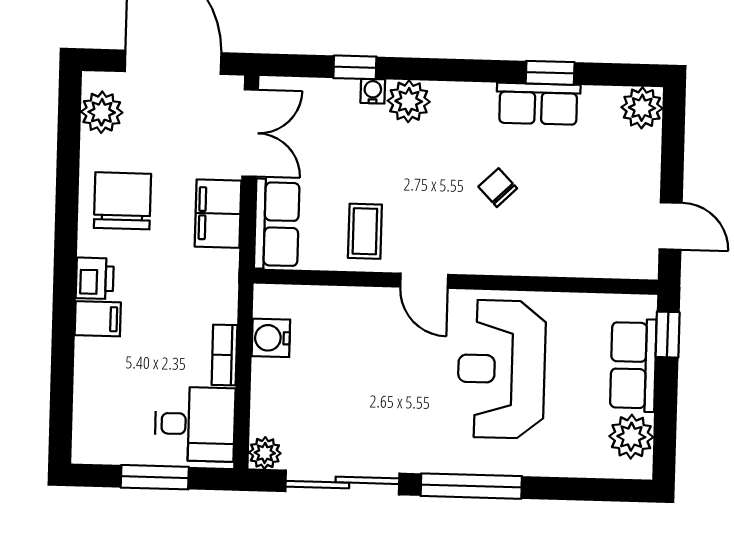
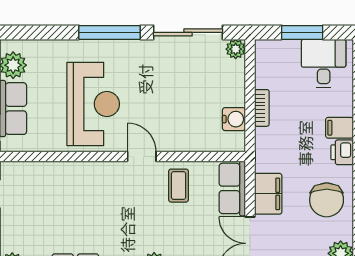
chair: (498, 188) -> (99, 214), removed
desk: (195, 424) -> (324, 63), moved, turned 90

